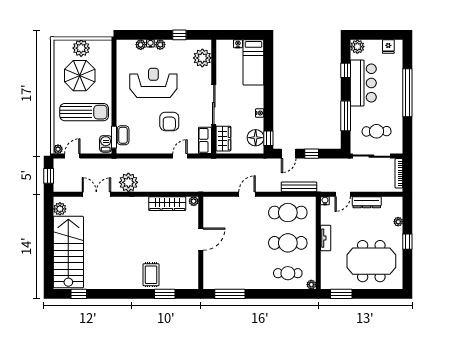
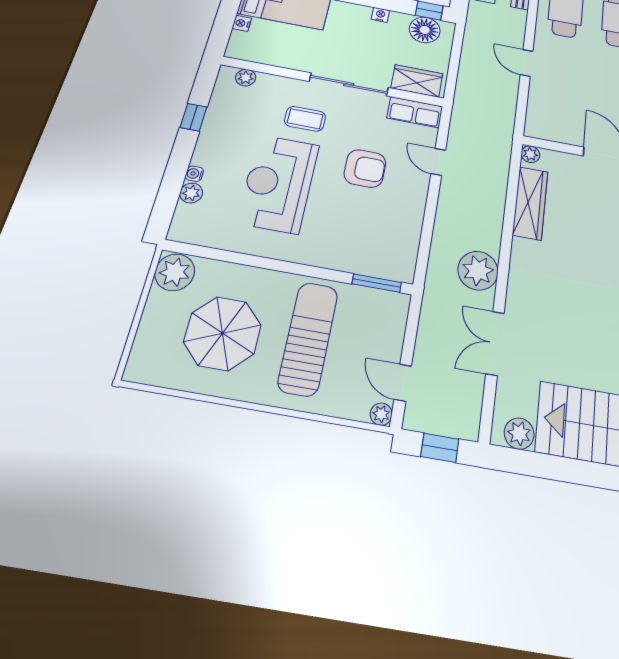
plant: (160, 45) -> (203, 156), removed
plant: (81, 48) -> (175, 272), moved
plant: (202, 58) -> (246, 78), width x0.53, depth x0.53
coffee table: (123, 135) -> (305, 119), moved
barbecue: (106, 144) -> (388, 303), removed

